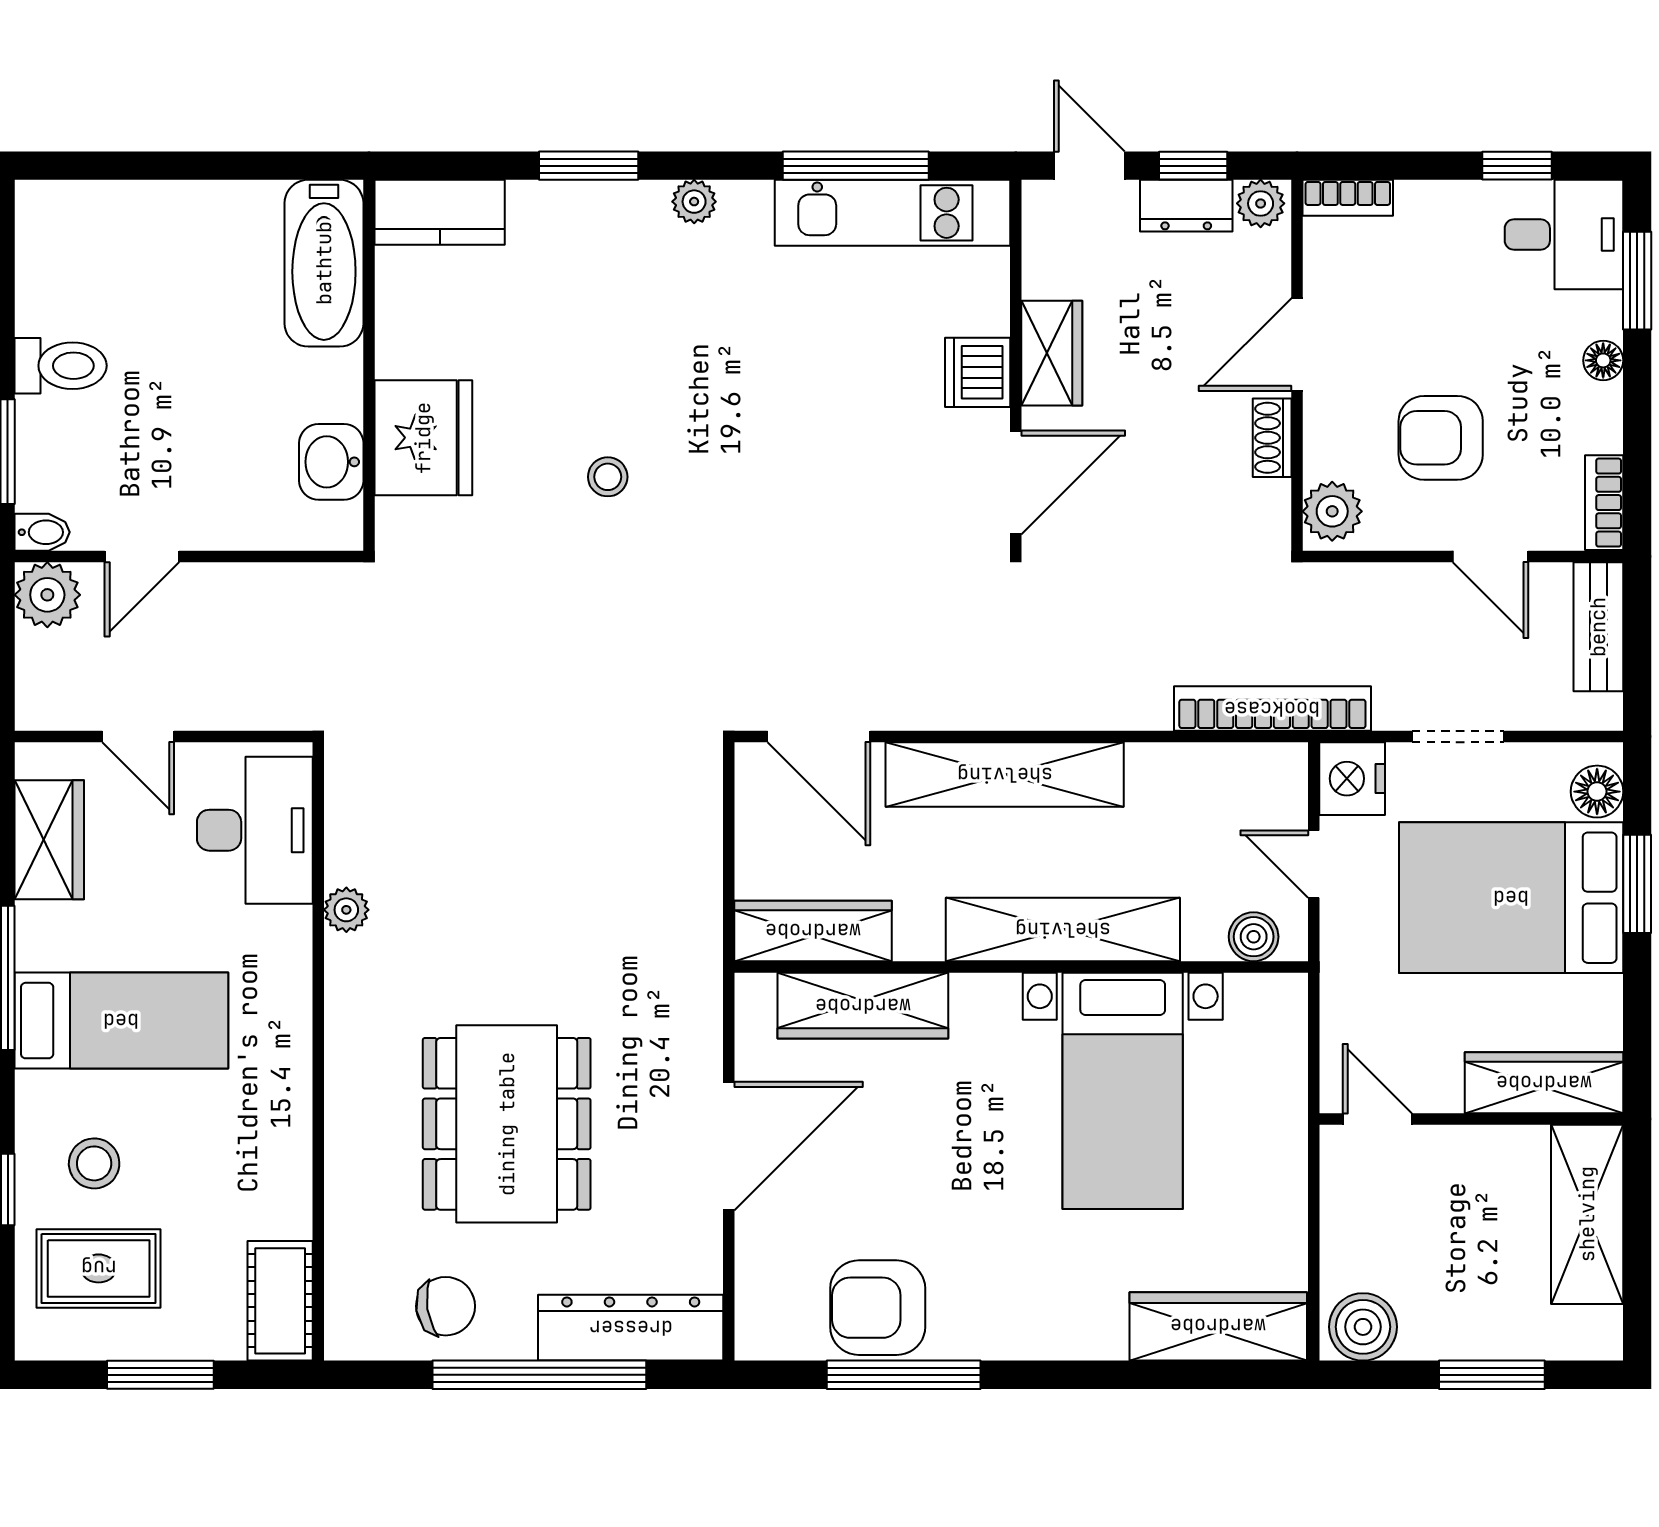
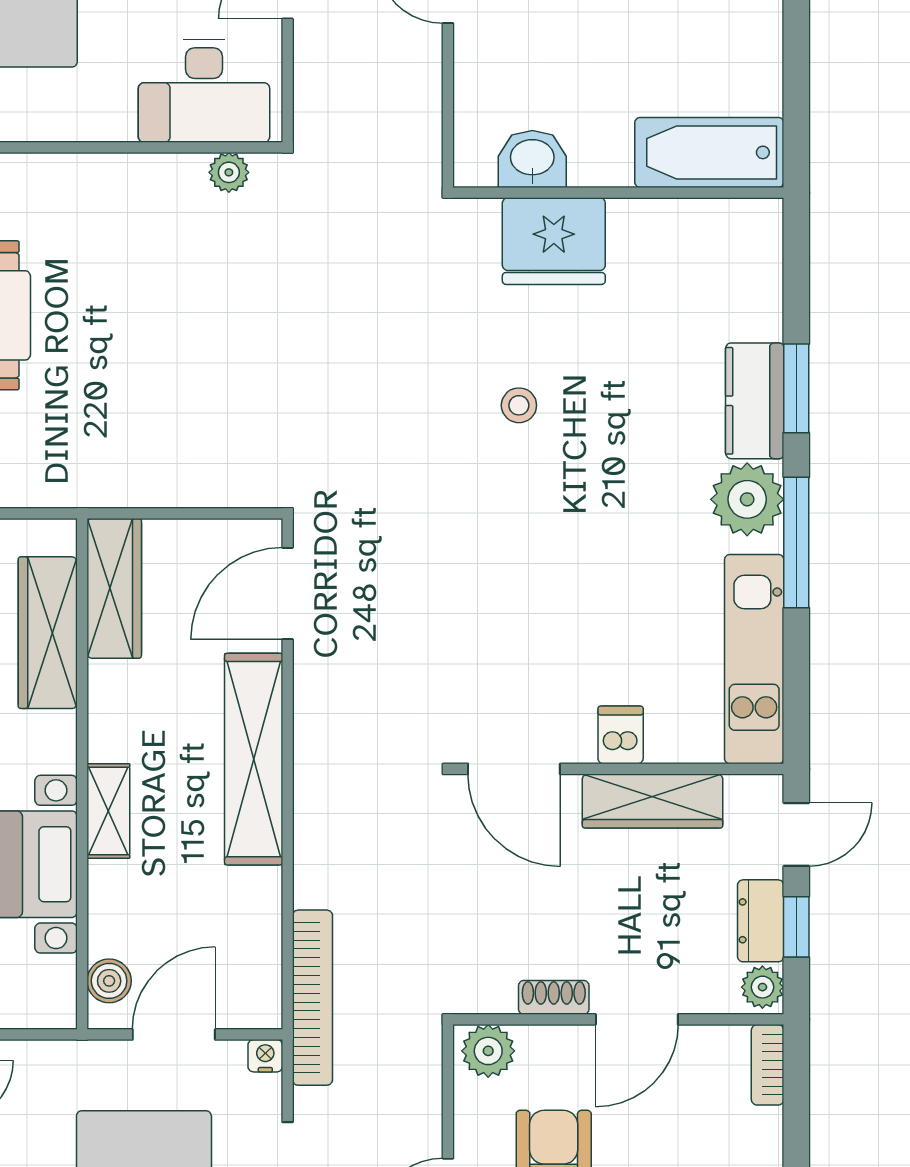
window: (856, 166) -> (796, 543), moved
plant: (694, 202) -> (747, 499), width x1.87, depth x1.87
kitchen counter: (440, 212) -> (755, 401), moved
door: (1297, 345) -> (637, 1019), swing flipped
wardrobe: (1052, 353) -> (653, 801), width x1.50
dishwasher: (978, 372) -> (621, 735), width x0.73
nightstand: (1352, 779) -> (265, 1056), width x0.53, depth x0.56
door: (1314, 864) -> (174, 1034), width x1.38
plant: (346, 910) -> (229, 172), moved
shelving: (1063, 930) -> (108, 811), width x0.45, depth x0.75

